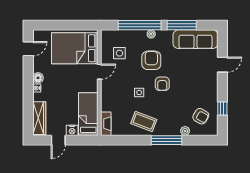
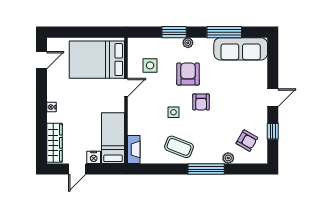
window: (140, 25) -> (174, 32), width x0.47
door: (222, 65) -> (273, 98), moved
floor lamp: (38, 78) -> (53, 95), removed

